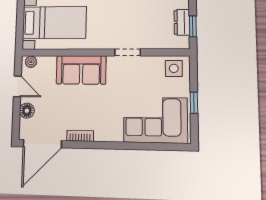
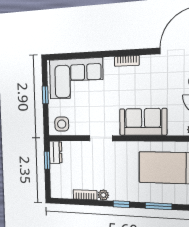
dresser: (182, 22) -> (56, 152), moved
bookcase: (80, 136) -> (127, 61), moved

